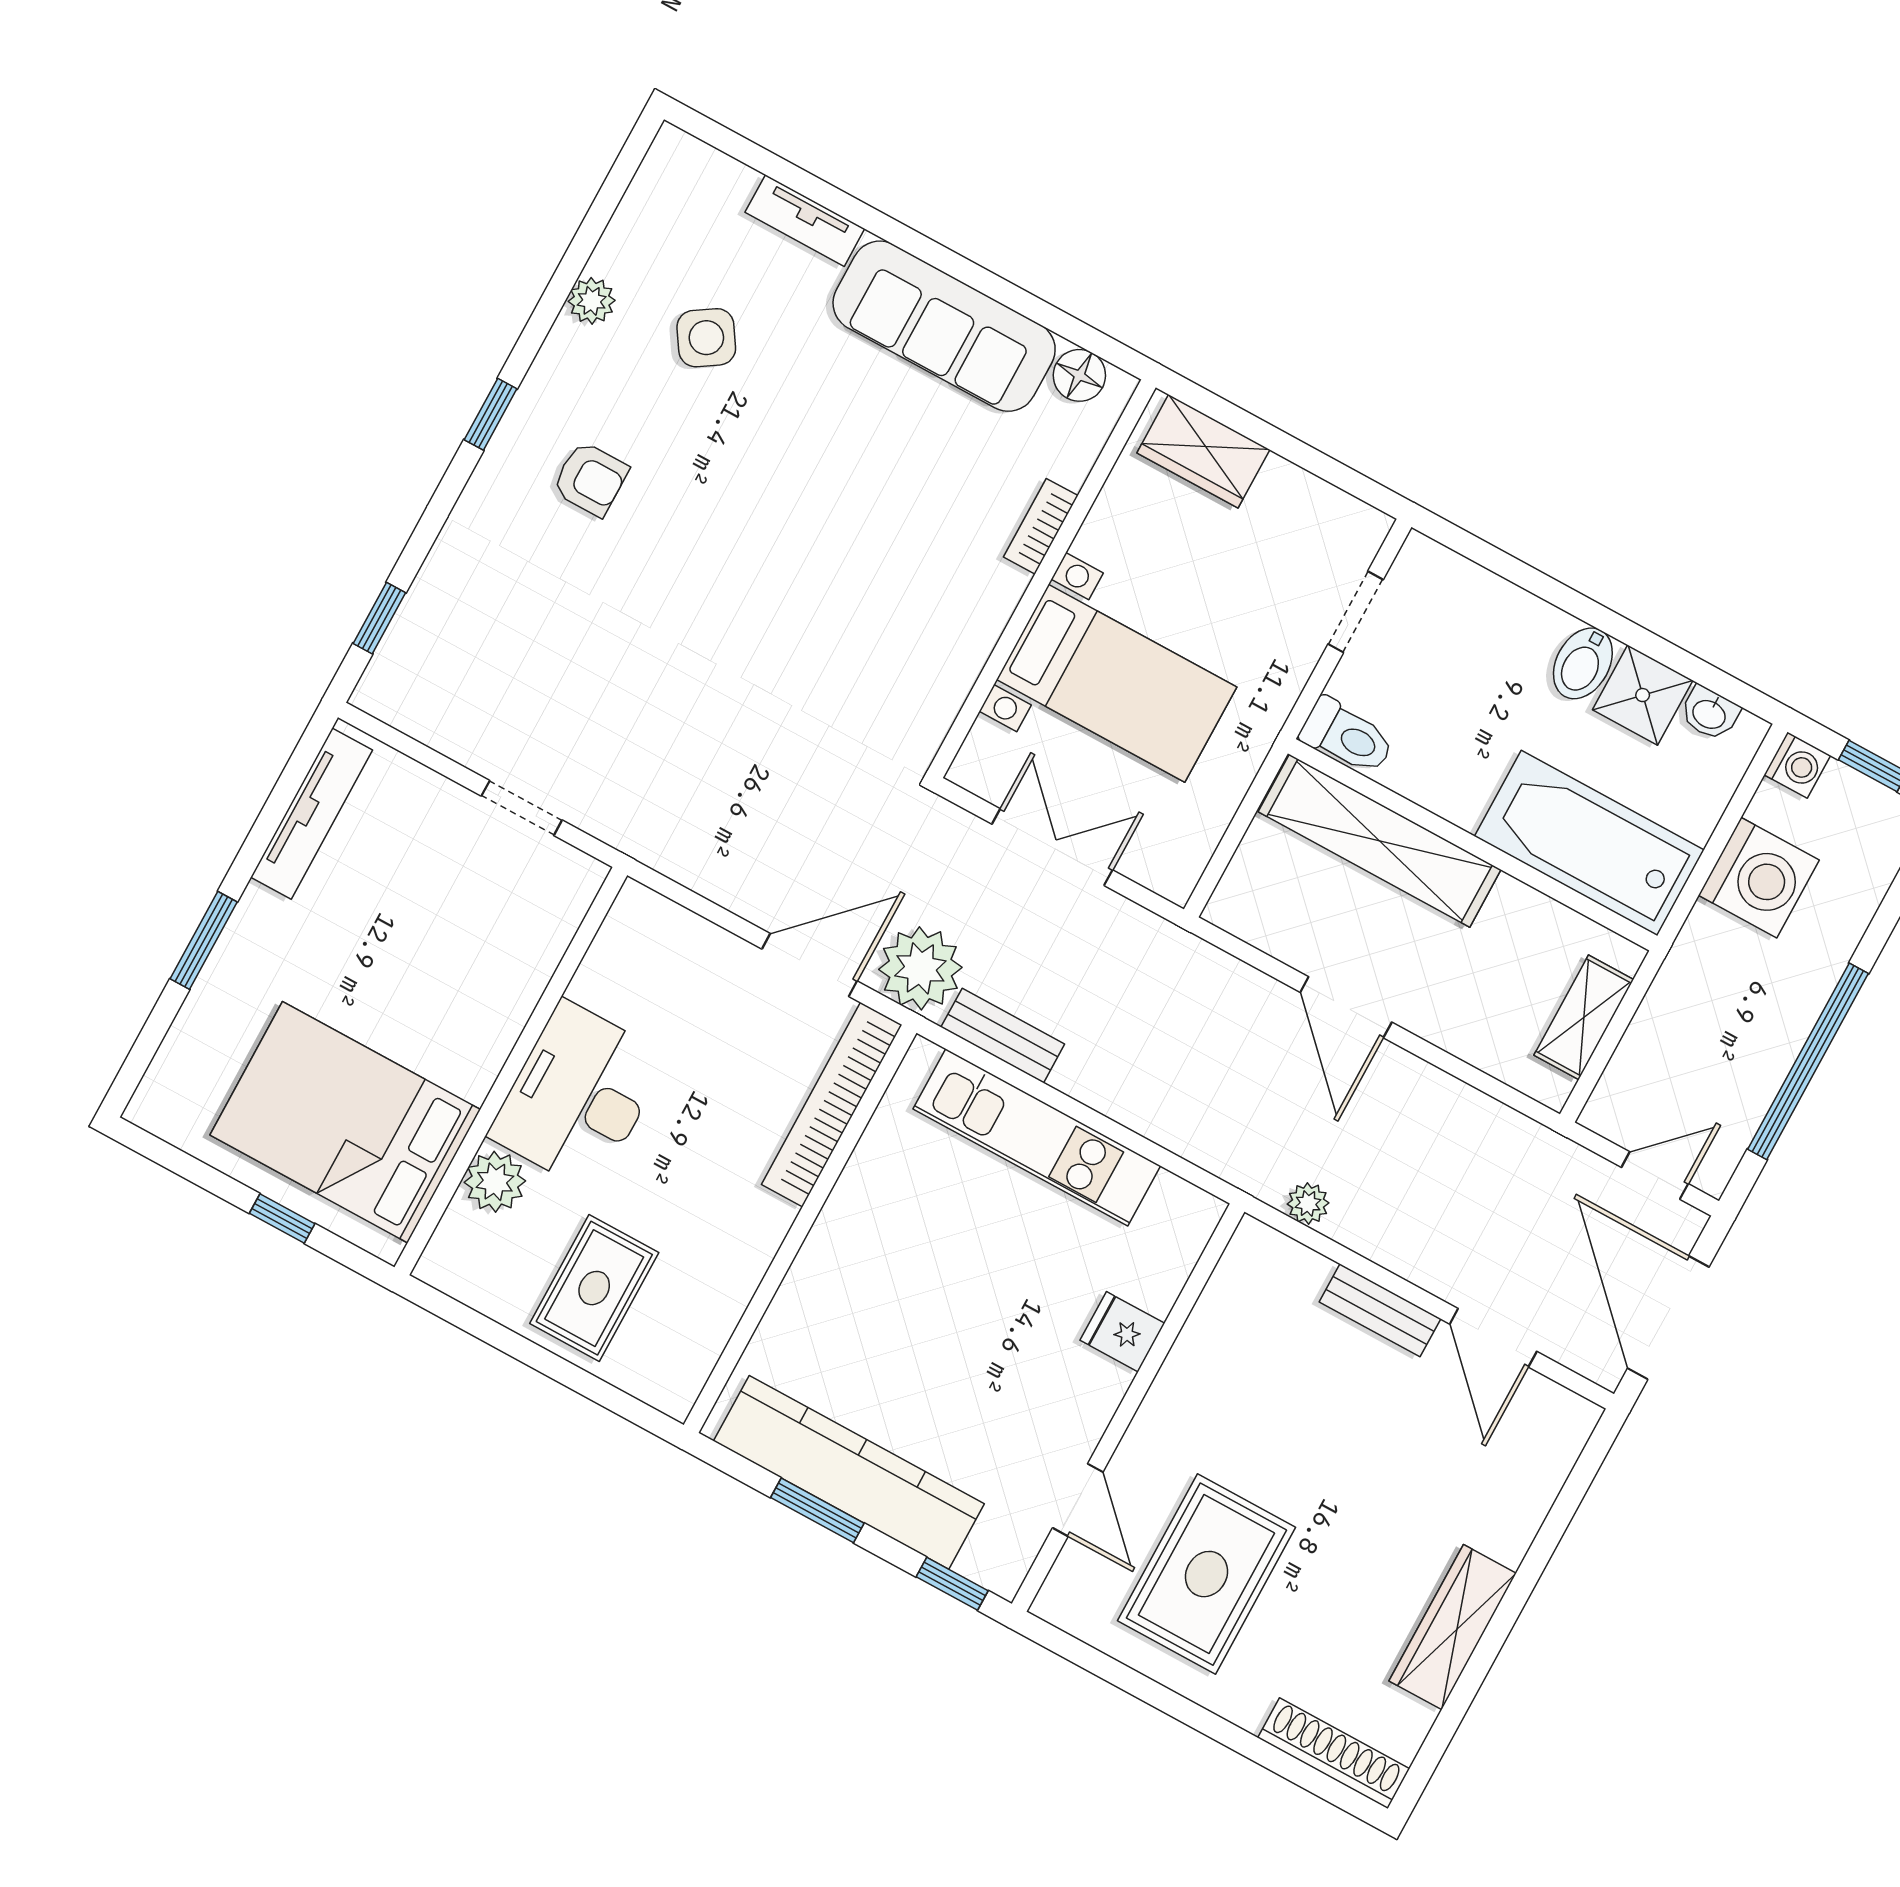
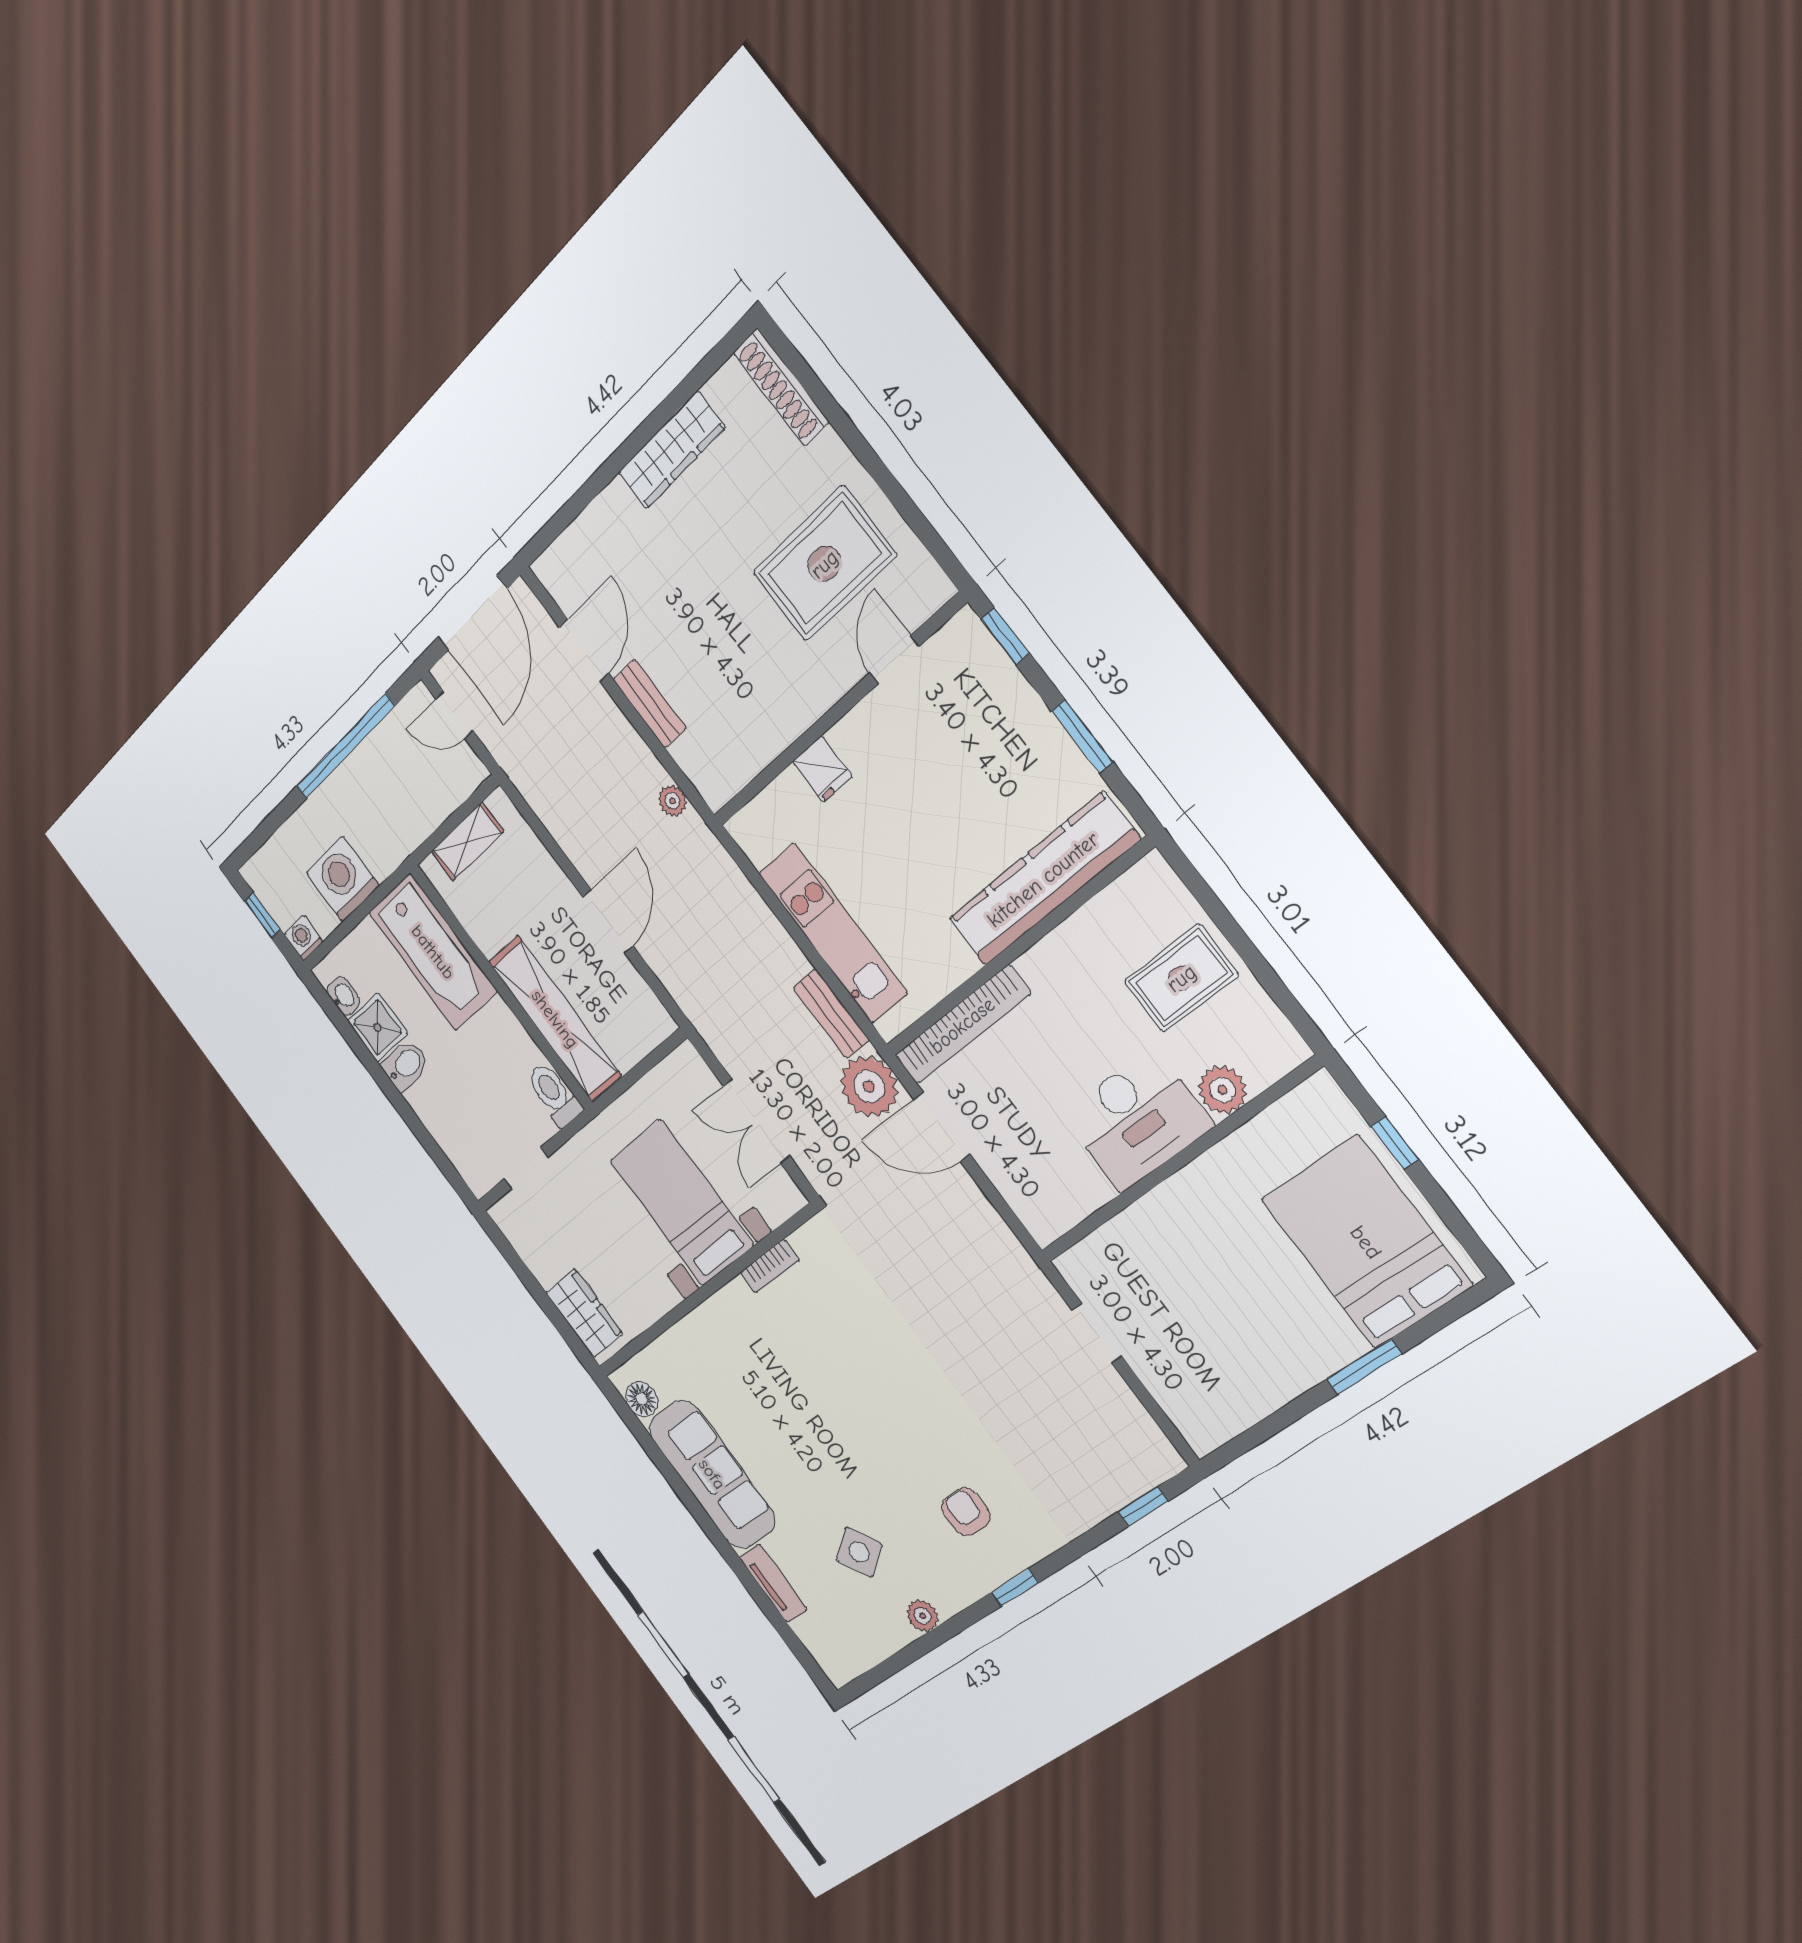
bookcase: (1041, 526) -> (770, 1266), moved
tv unit: (312, 814) -> (1246, 1409), removed
bed: (345, 1122) -> (1366, 1242), moved, turned 180
kitchen counter: (849, 1472) -> (1043, 879), moved, turned 90

